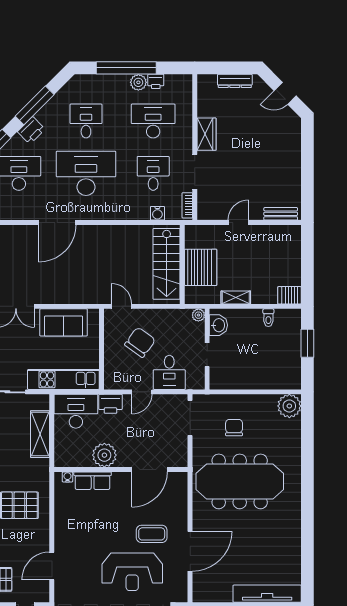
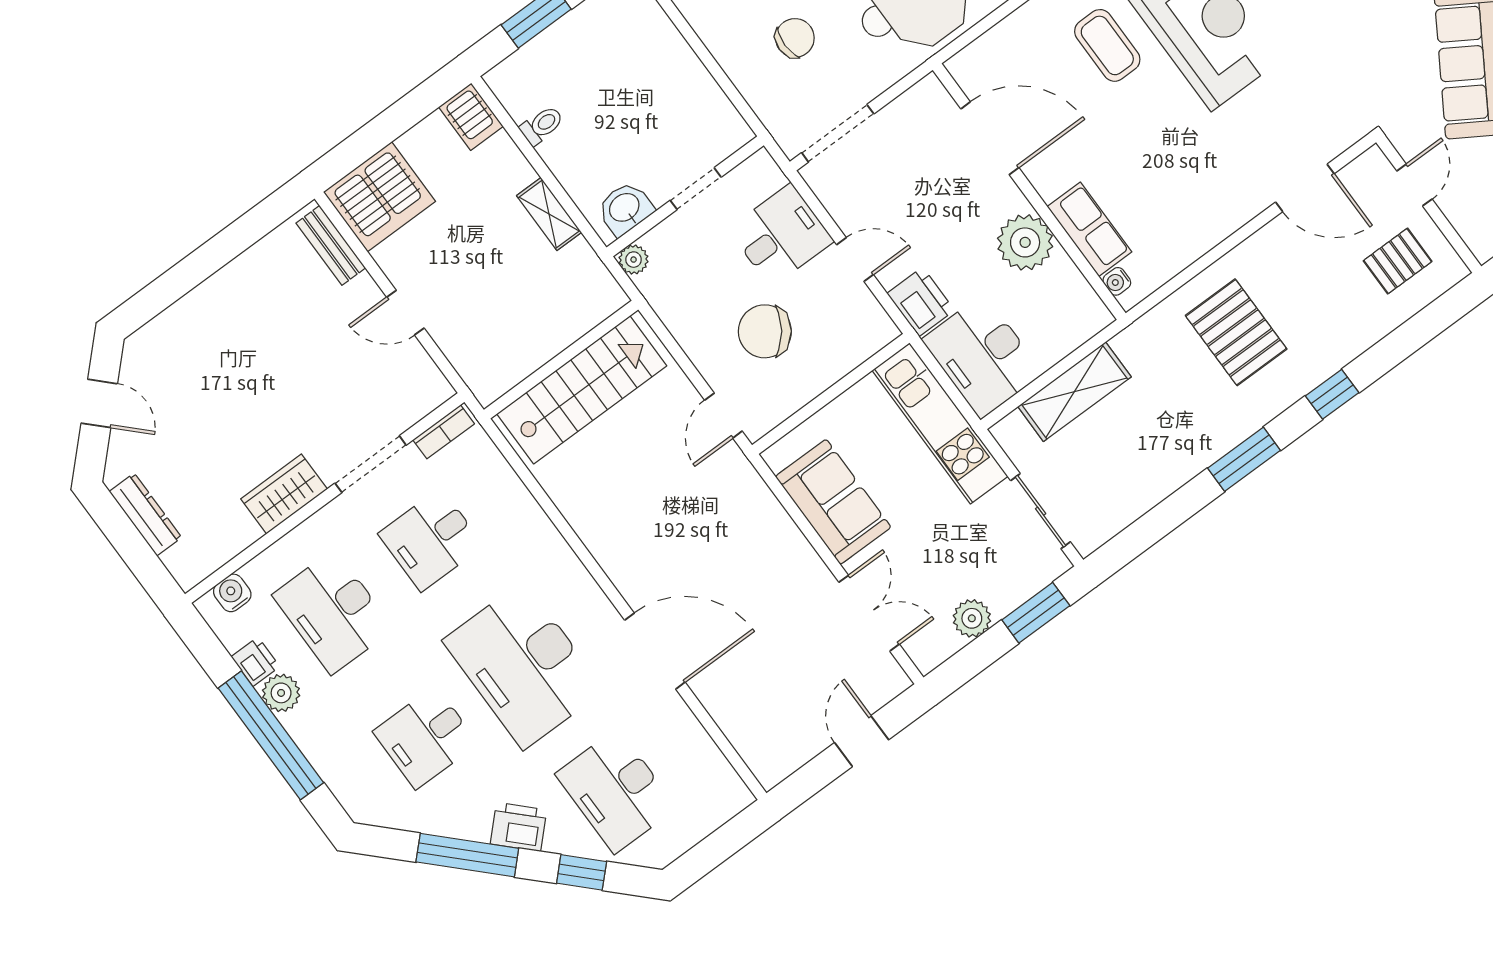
water cooler: (157, 213) -> (232, 593), moved, turned -90
server rack: (201, 267) -> (379, 197), moved, turned 180
chair: (234, 428) -> (795, 38), turned 180

